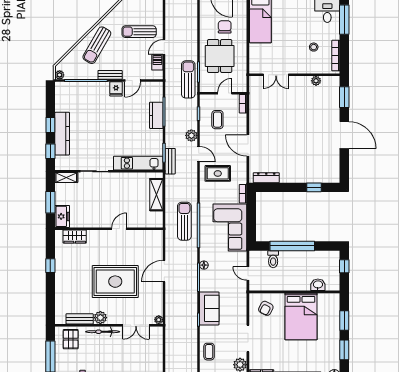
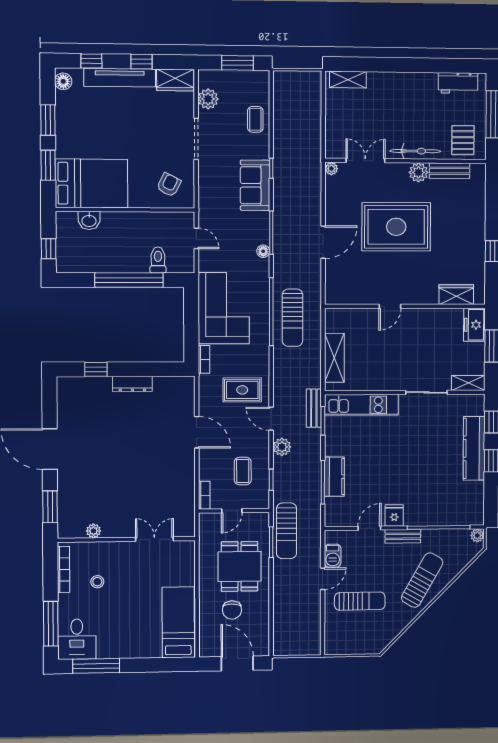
dresser: (266, 178) -> (132, 384), moved
bed: (301, 316) -> (91, 183), moved, turned 90

